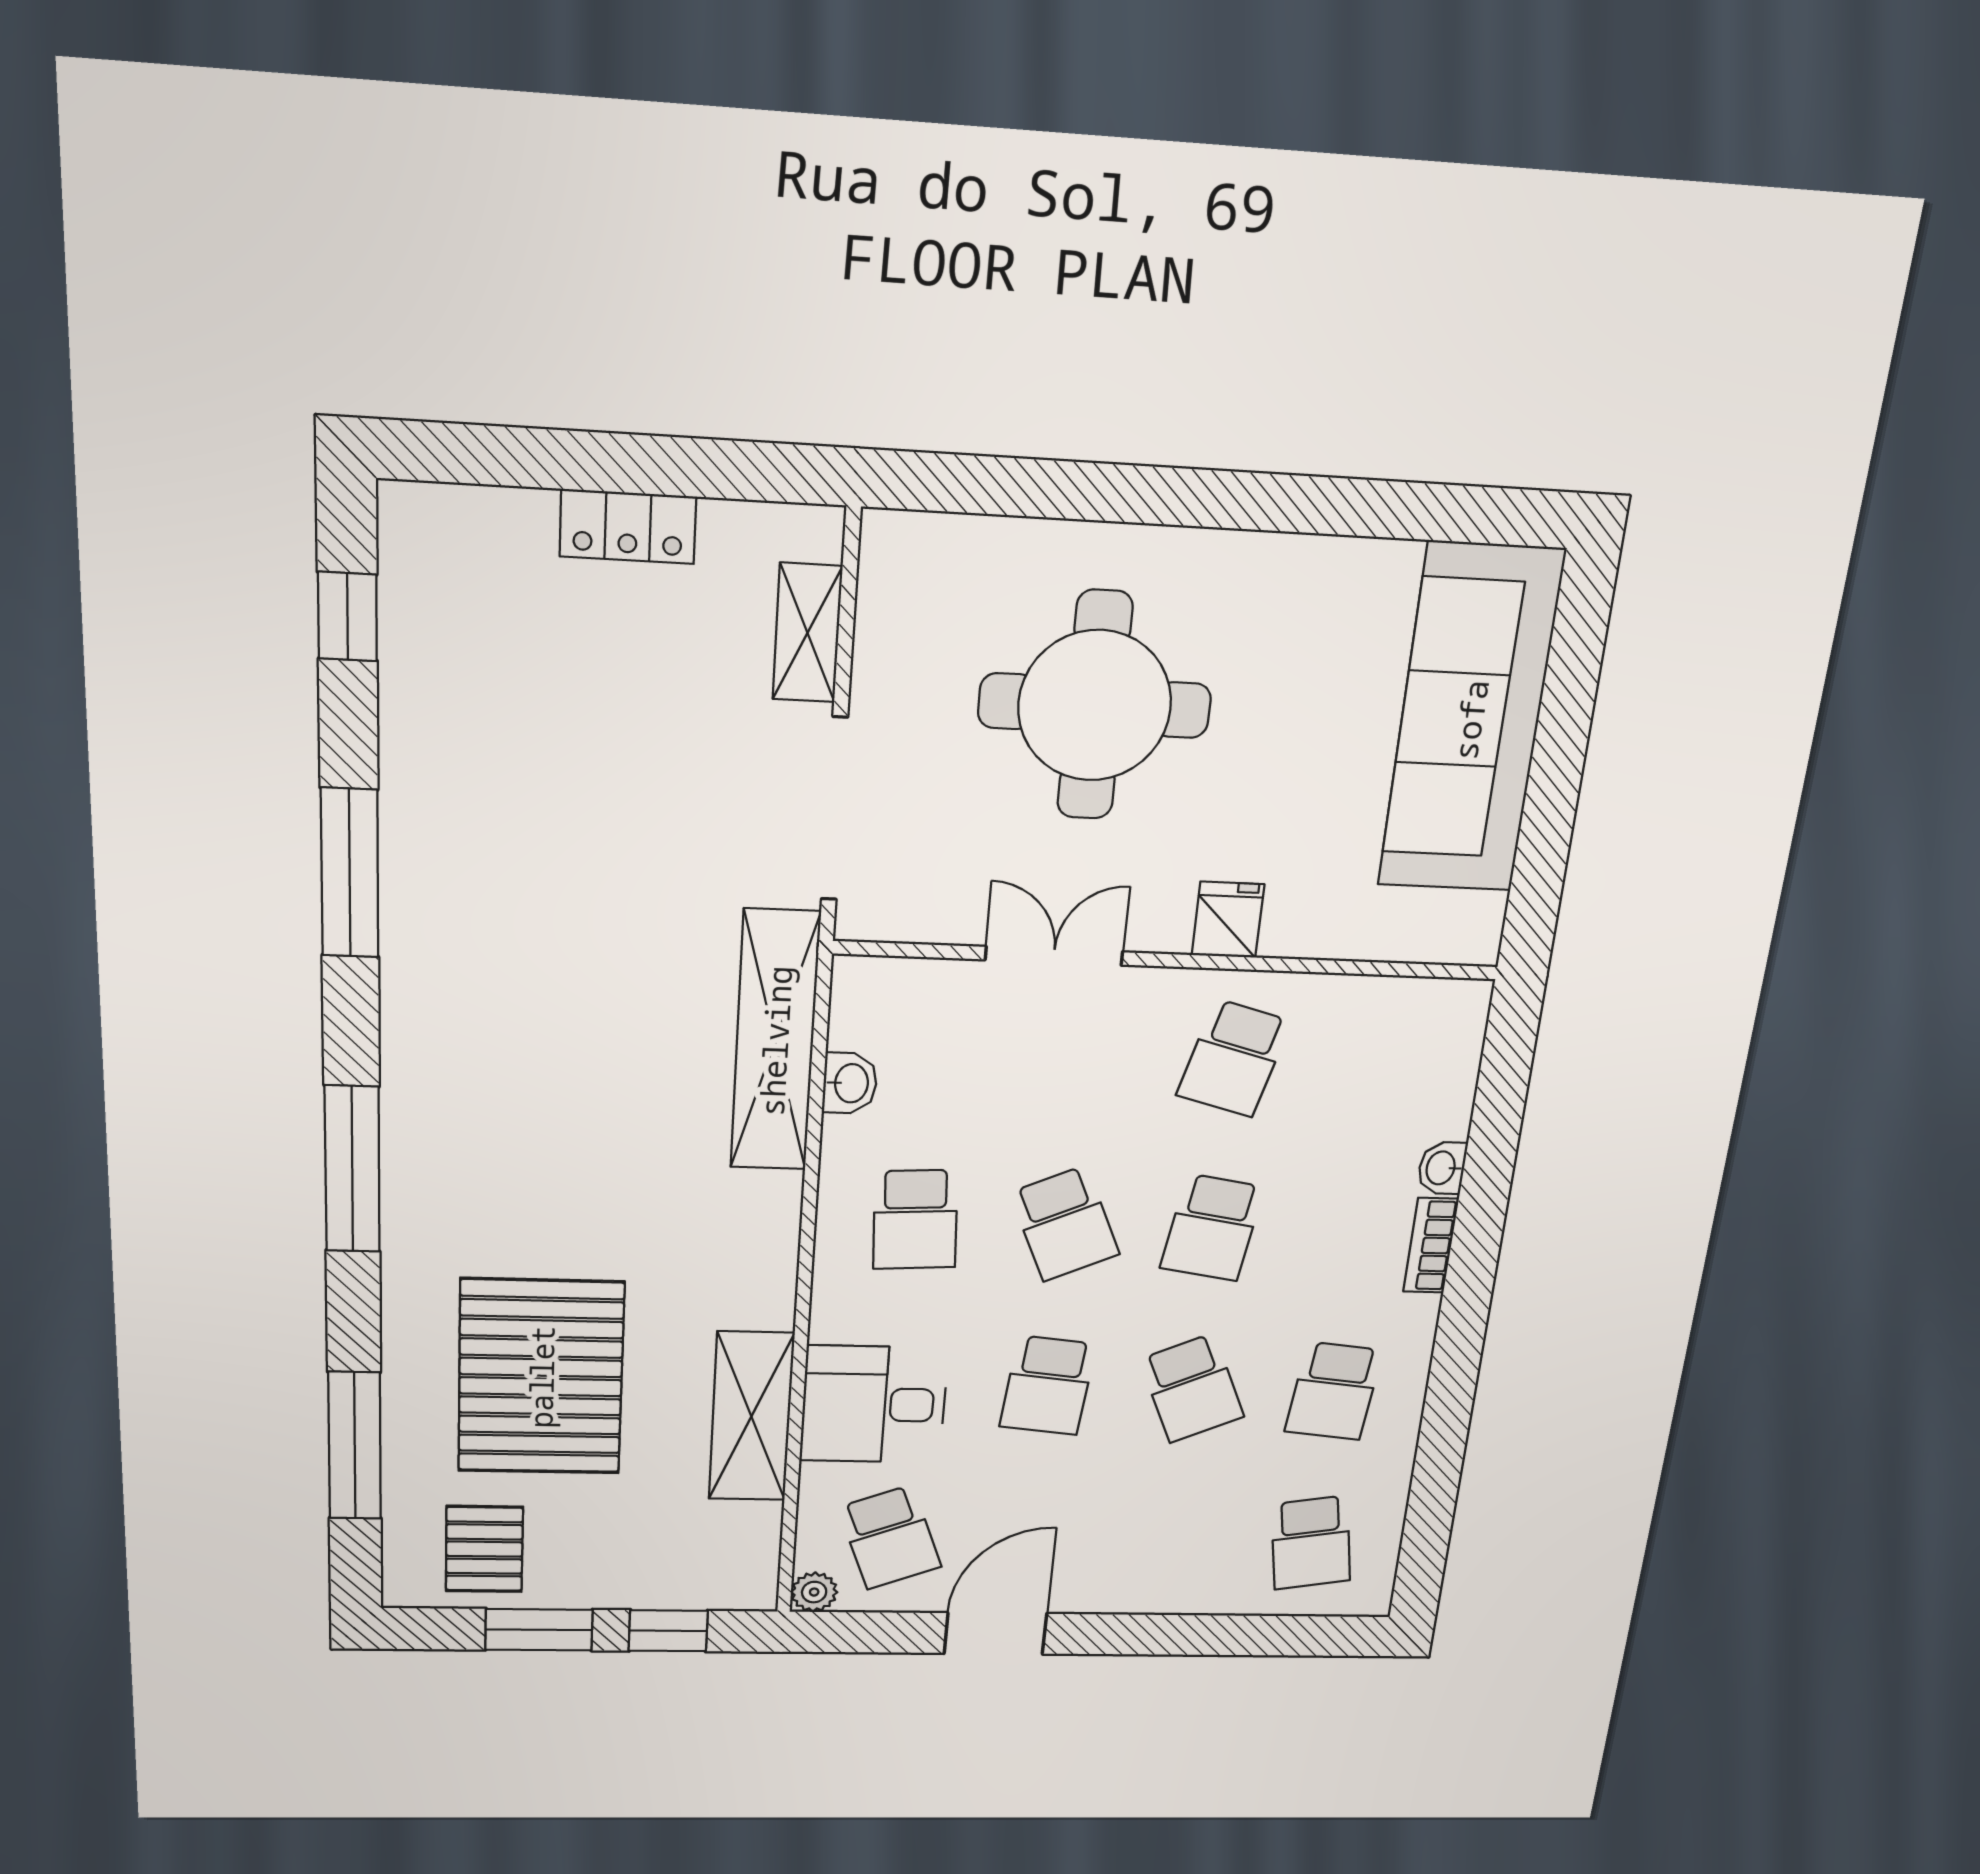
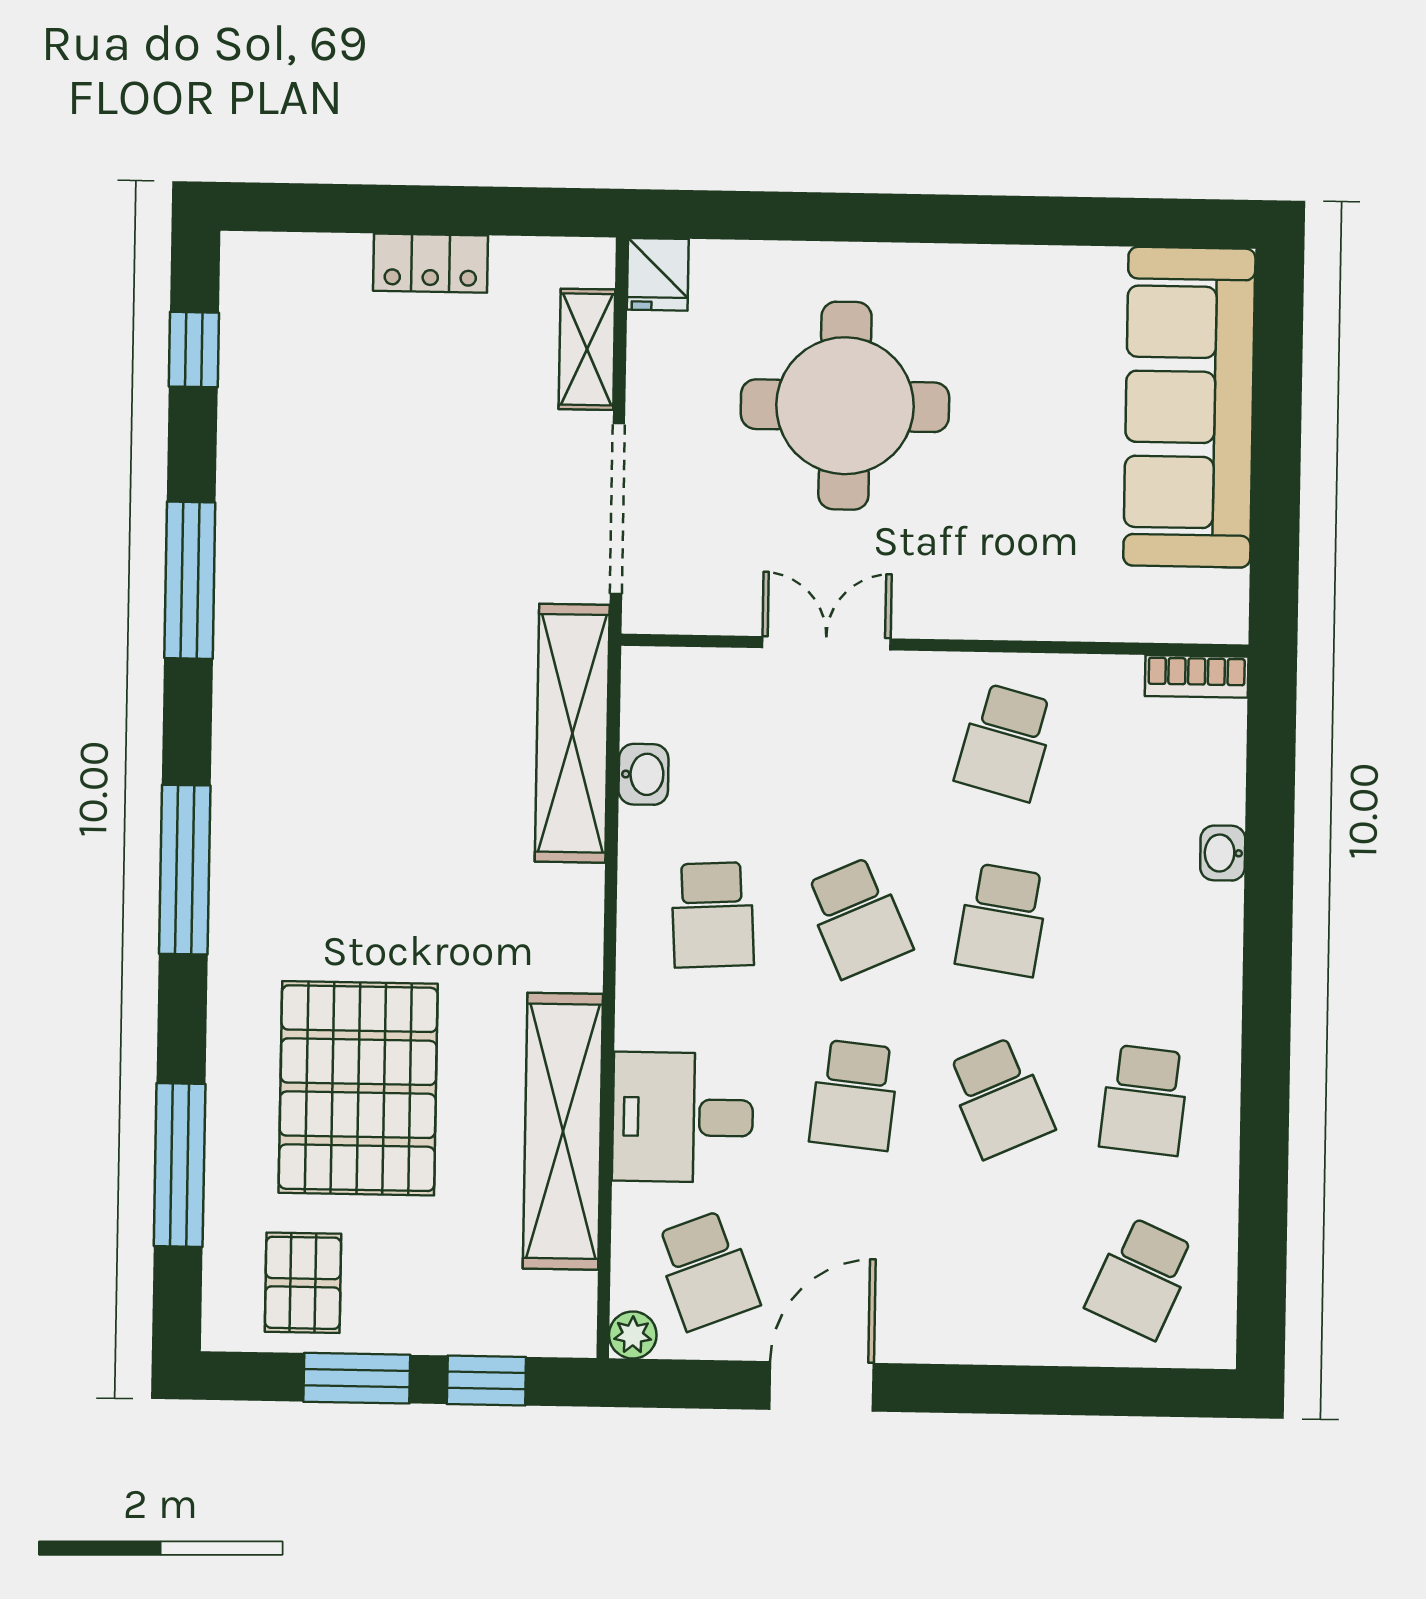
fridge: (1228, 920) -> (658, 274), moved, turned 180
bookcase: (1431, 1245) -> (1197, 676), moved, turned -90
shelving: (751, 1416) -> (563, 1131), width x1.47
school desk: (1311, 1543) -> (1141, 1278), turned 33

